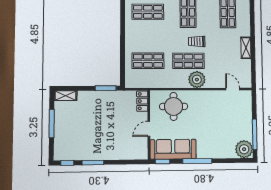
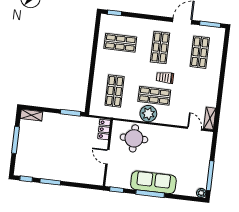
shelving: (246, 48) -> (210, 118), moved
shop shelf: (148, 61) -> (115, 91), turned 90
plant: (197, 80) -> (148, 114), moved
door: (149, 129) -> (107, 157), hinge flipped
sofa: (173, 149) -> (153, 182), moved
plant: (244, 149) -> (201, 193), width x0.53, depth x0.53

